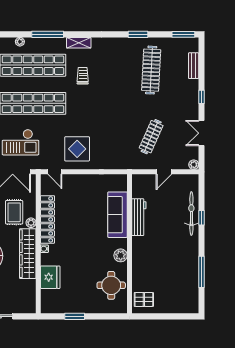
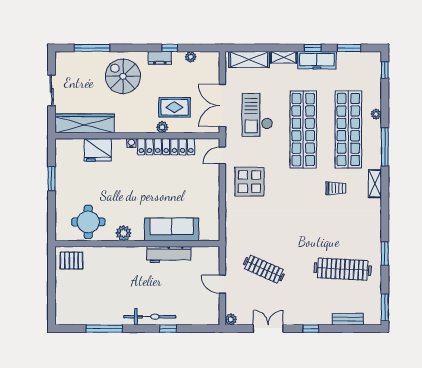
bicycle: (191, 213) -> (150, 317), moved
wardrobe: (28, 254) -> (85, 123), moved
pallet: (144, 299) -> (72, 261), turned 90

